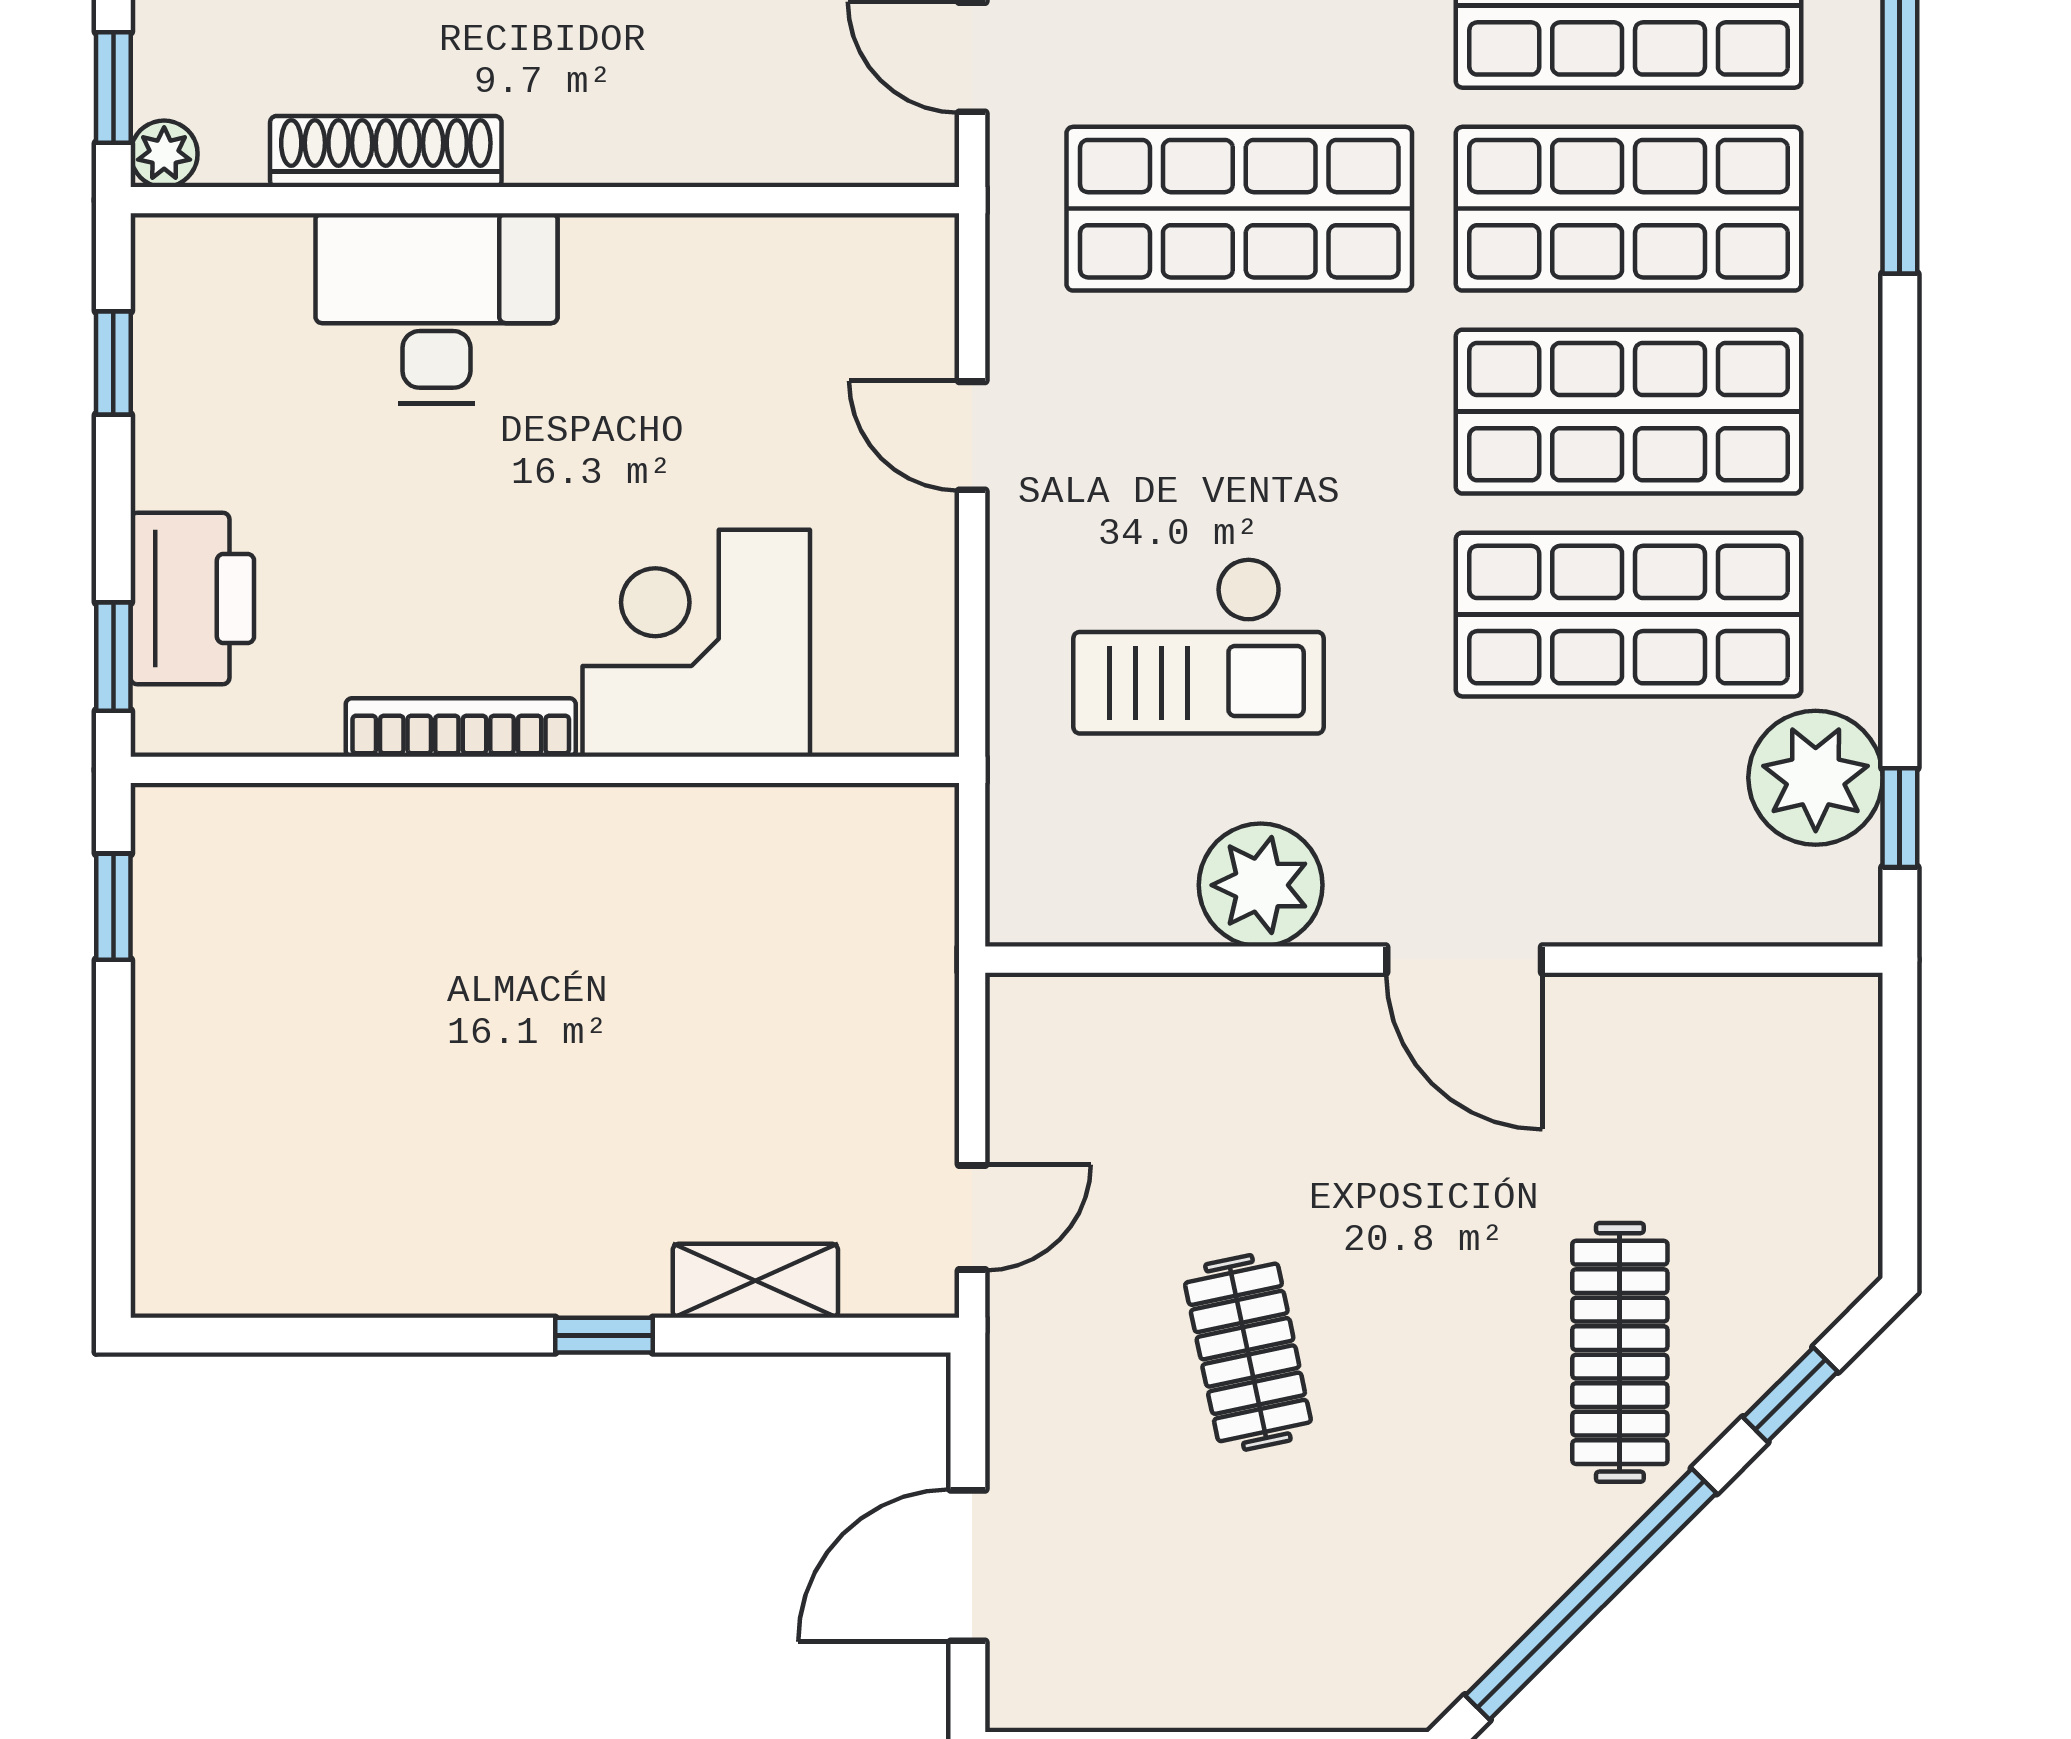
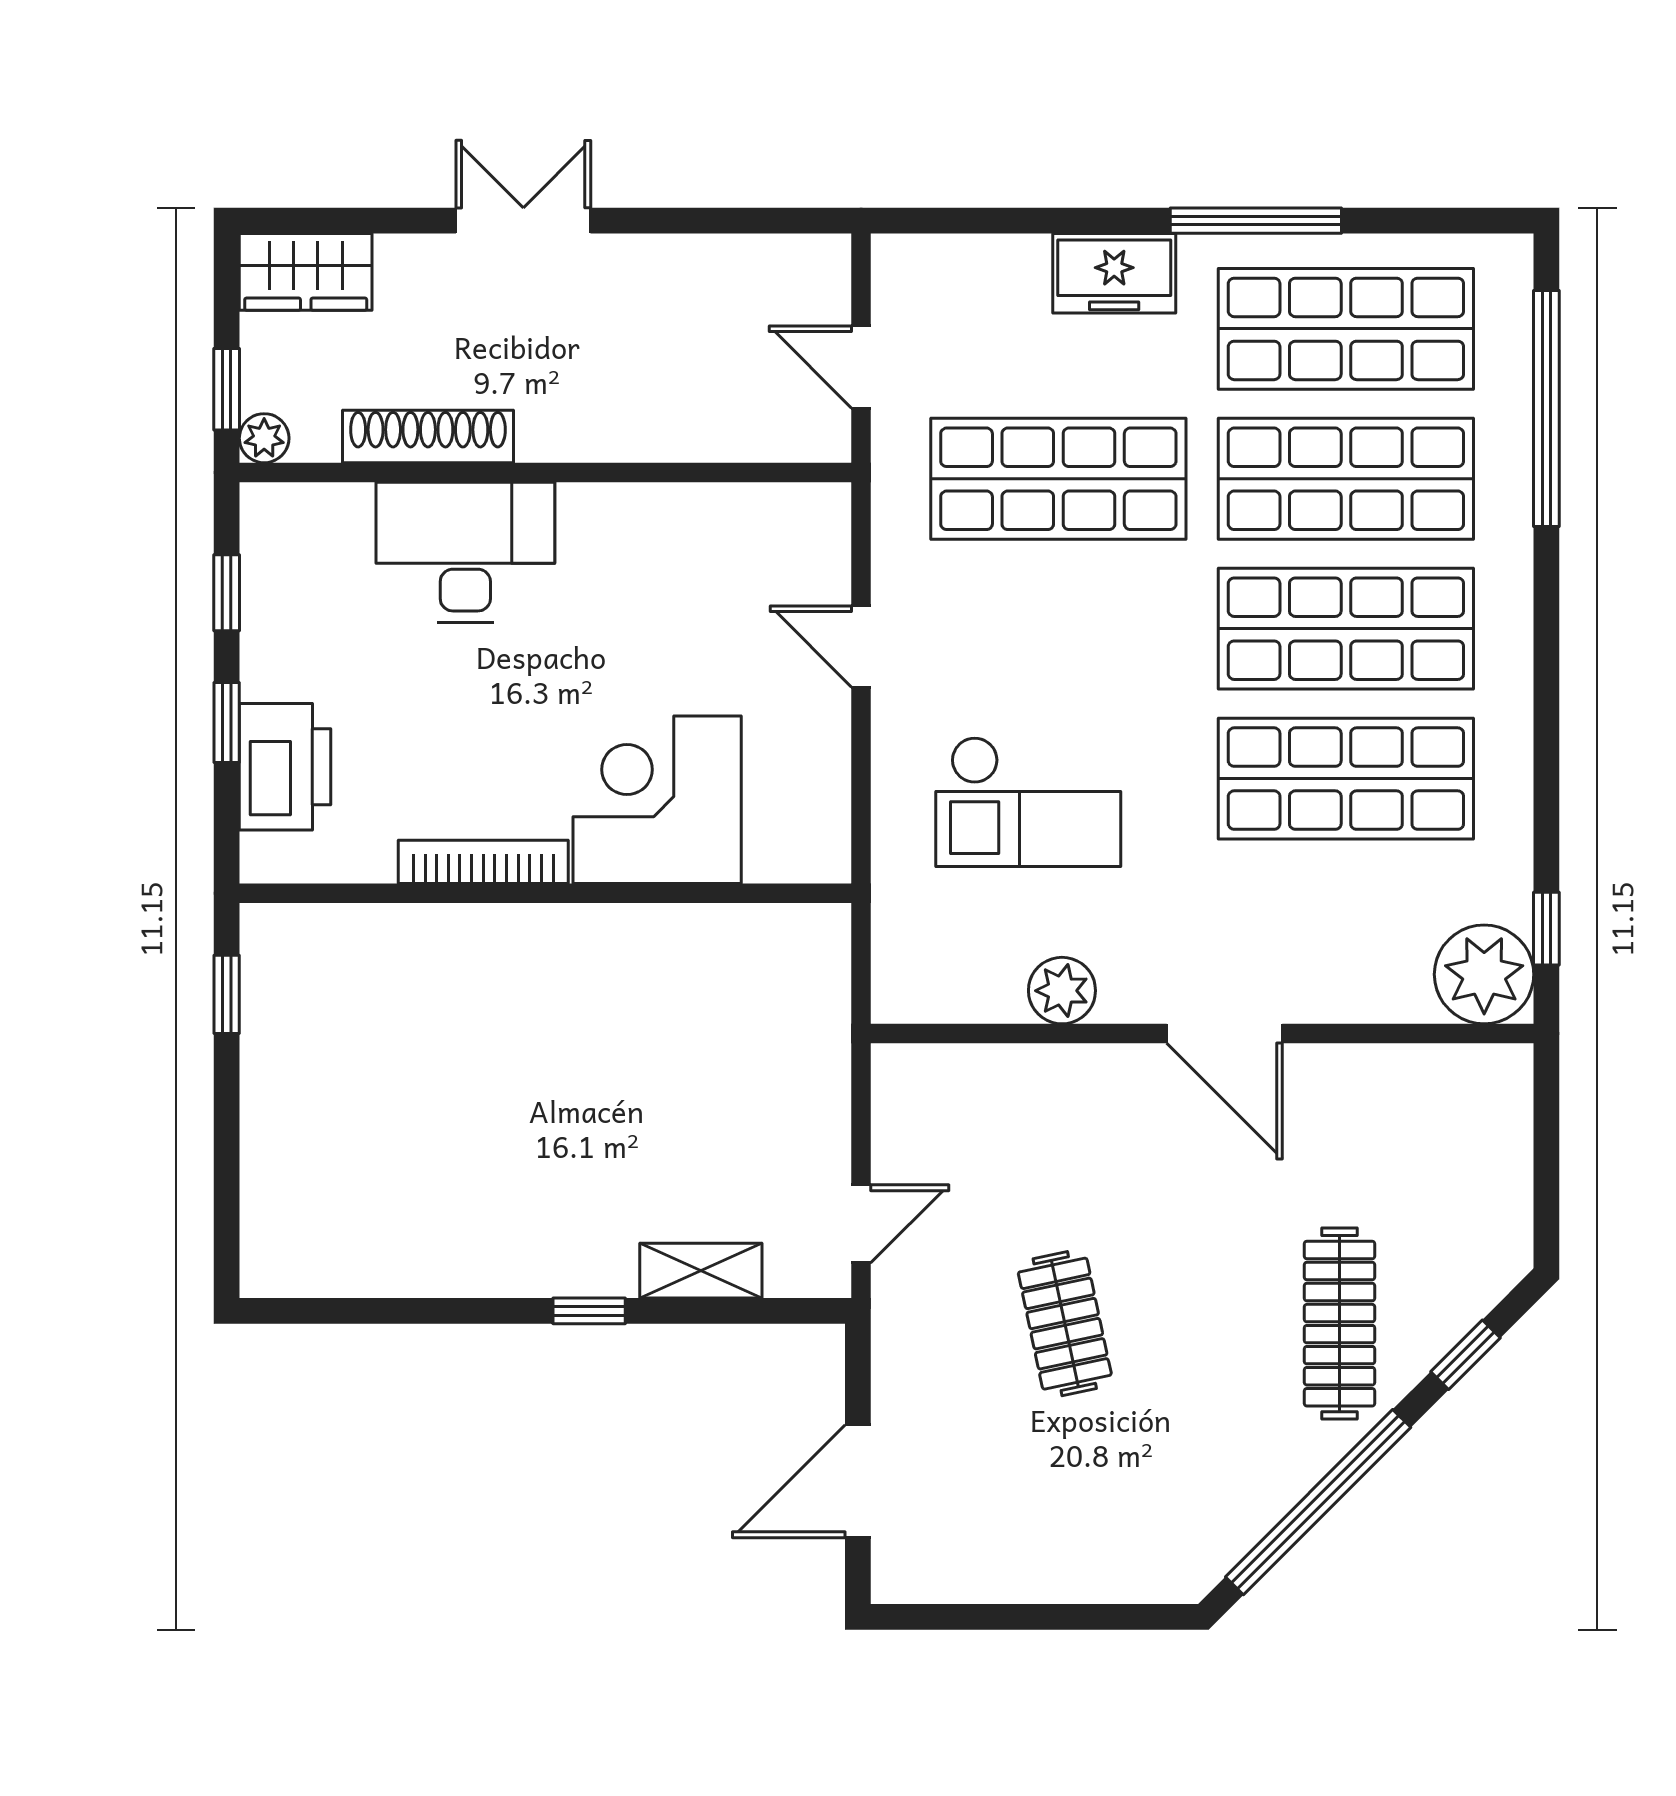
window: (113, 657) -> (227, 722), moved
plant: (1816, 778) -> (1484, 974), moved
plant: (1261, 885) -> (1062, 991), width x0.73, depth x0.73

